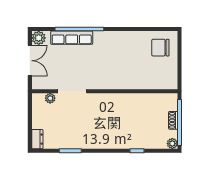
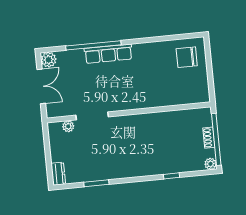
row of seats: (72, 38) -> (108, 54), moved

